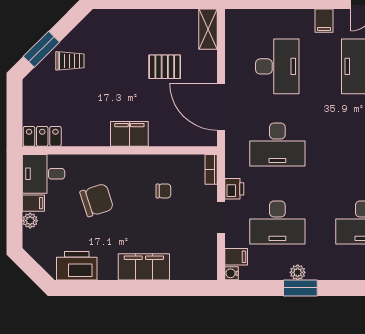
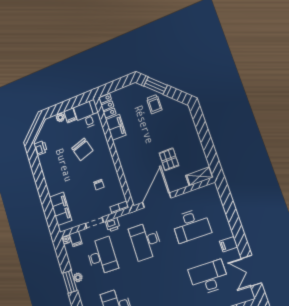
filing cabinet: (129, 134) -> (116, 127), moved
desk: (277, 222) -> (102, 256), turned 180
printer: (77, 266) -> (41, 148), width x0.53, depth x0.68
filing cabinet: (144, 267) -> (61, 209), moved

